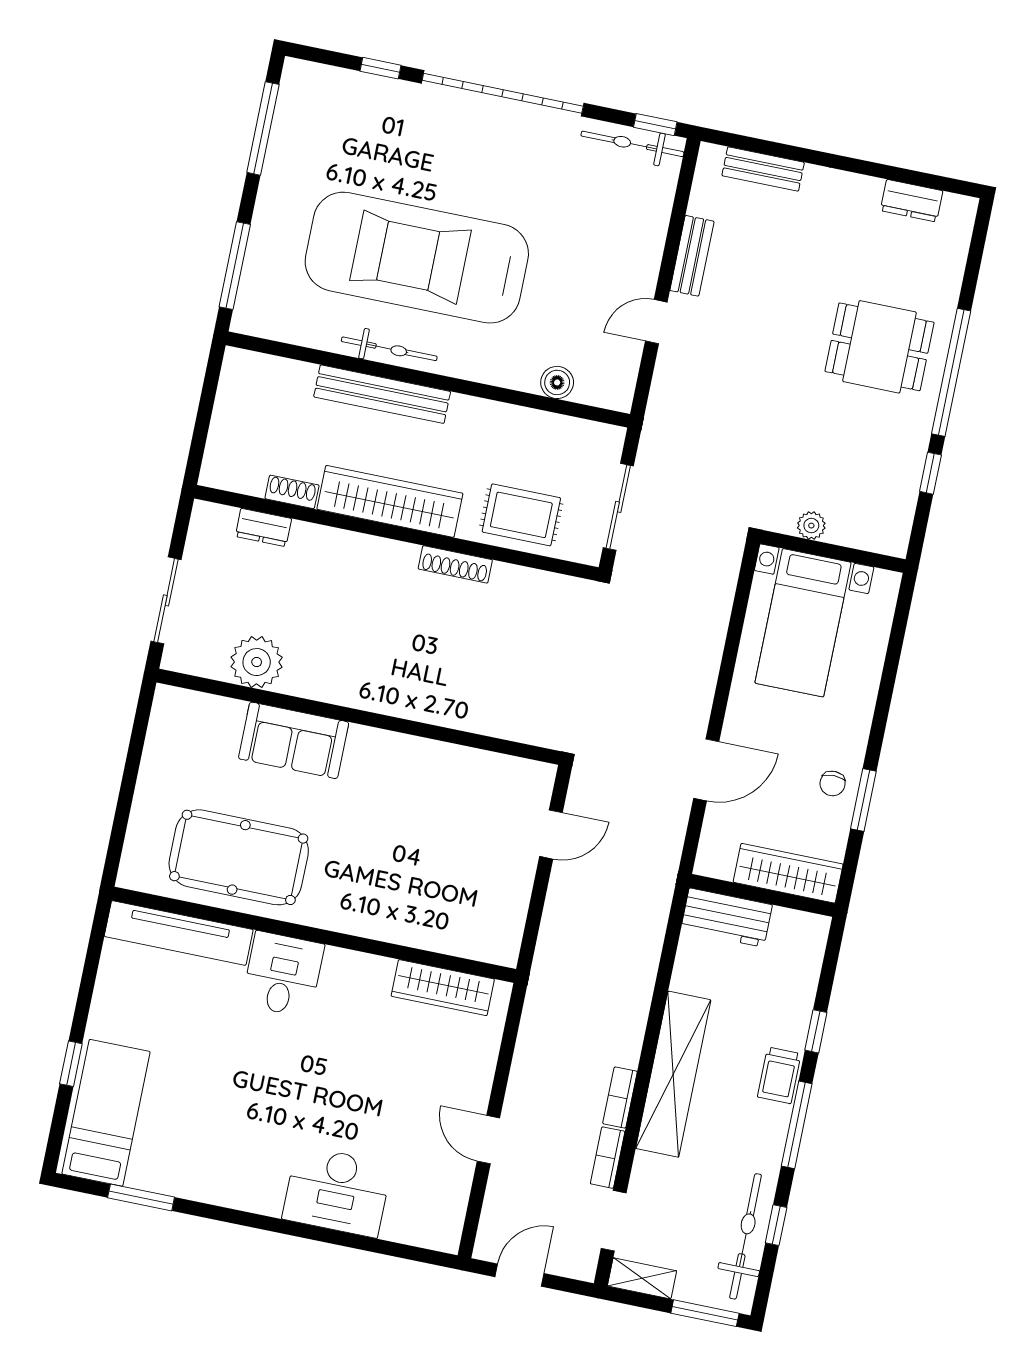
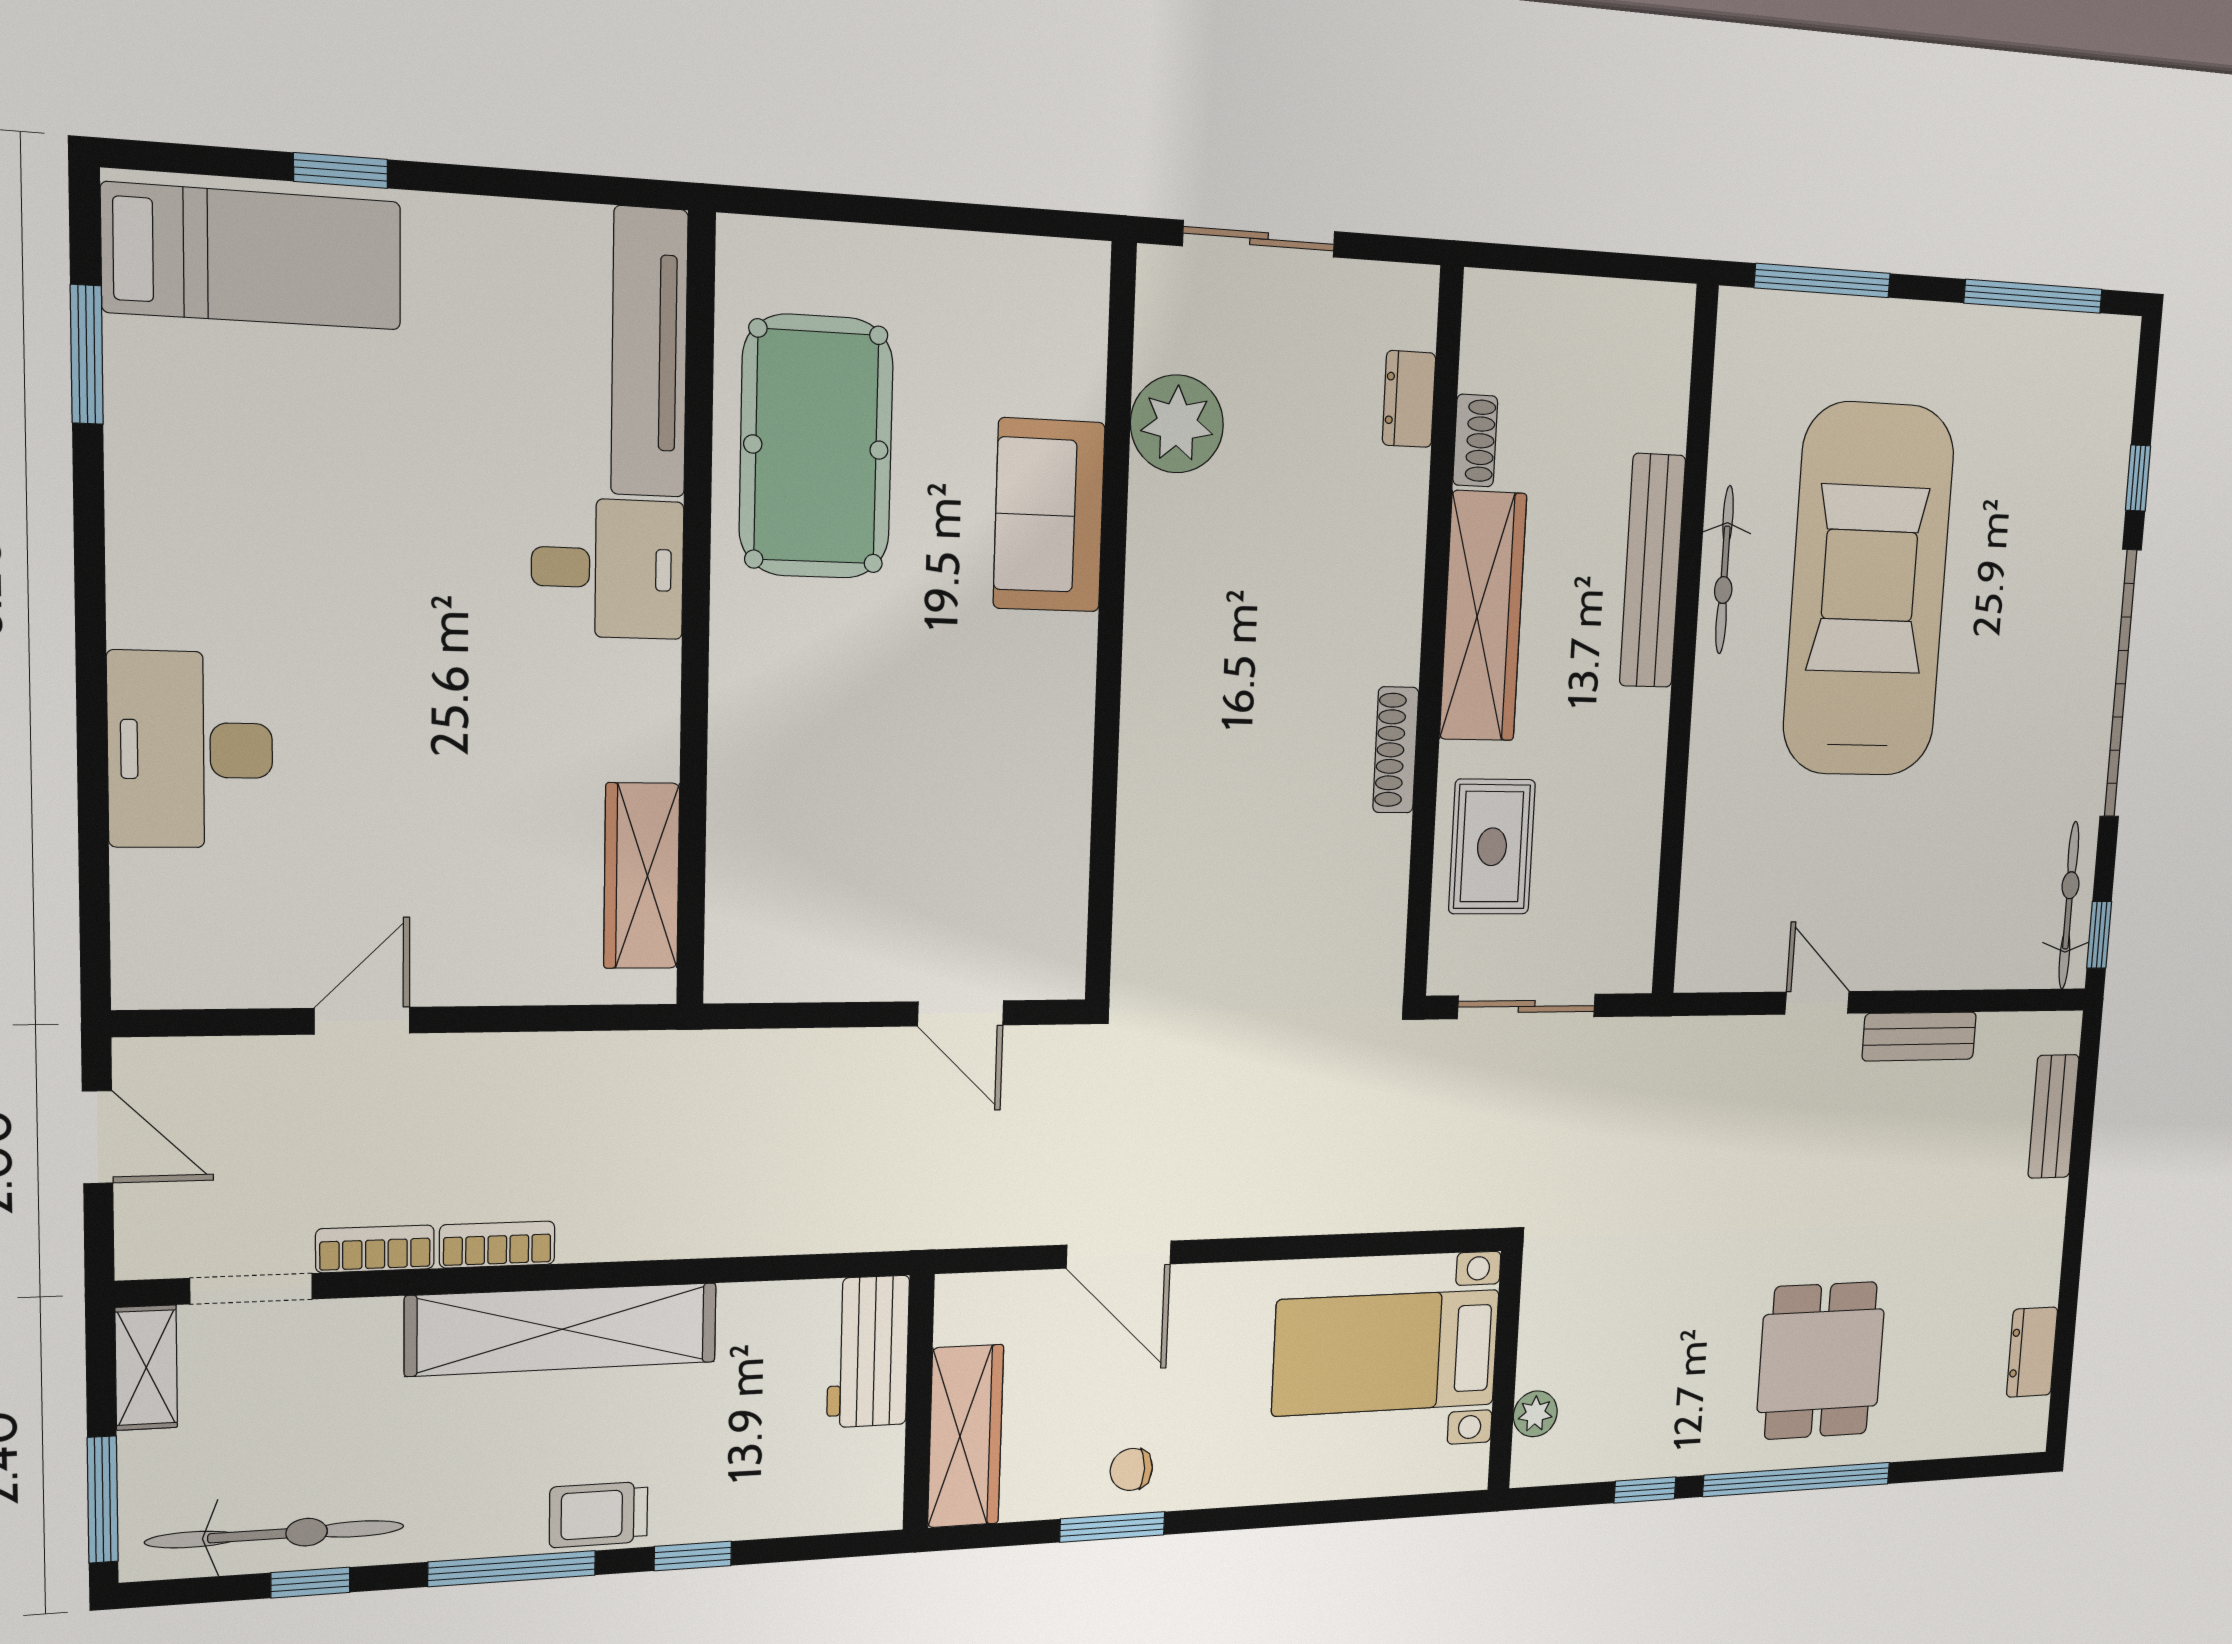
boiler: (557, 382) -> (1707, 862), removed
plant: (811, 526) -> (1535, 1414), moved

